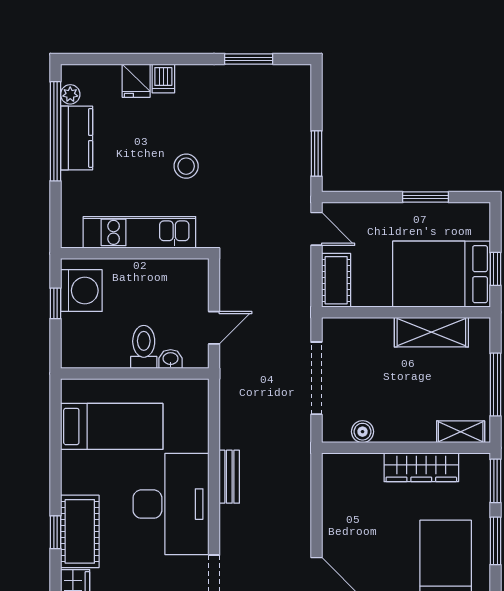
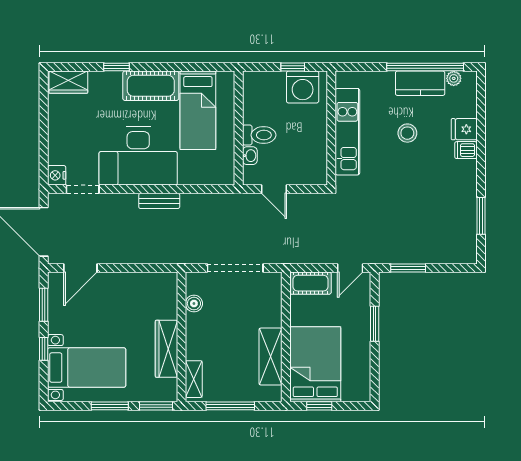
stool: (186, 166) -> (407, 133), moved
window: (426, 197) -> (375, 324), moved
cot: (80, 531) -> (151, 86), moved

